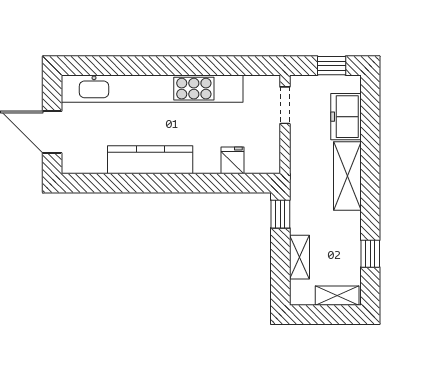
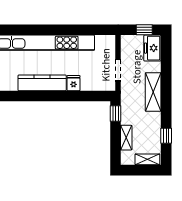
doorway: (285, 105) -> (118, 70), moved
freezer: (346, 117) -> (152, 48), moved
fridge: (232, 160) -> (74, 83), moved

